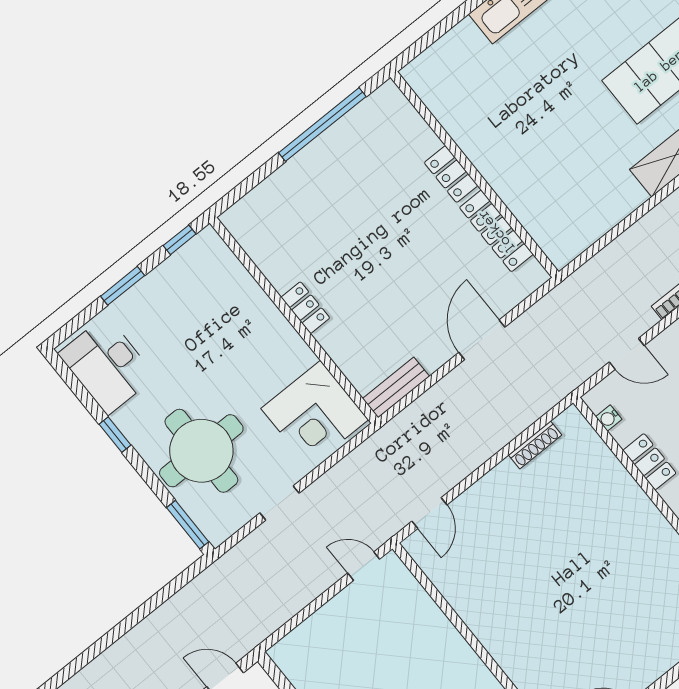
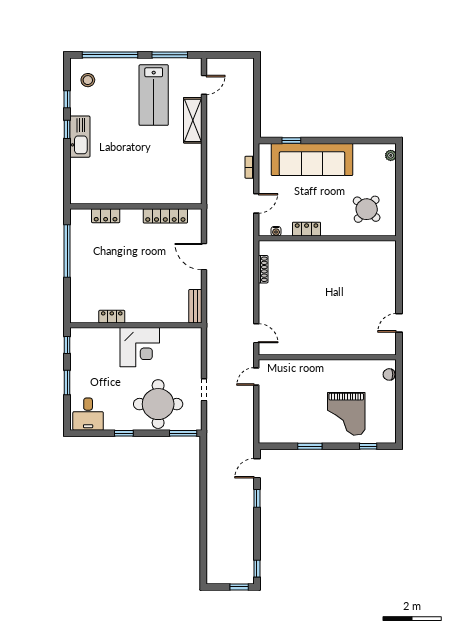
locker: (451, 174) -> (106, 216), moved
locker: (305, 308) -> (112, 317), moved
desk: (107, 365) -> (88, 414), width x0.73
corner desk: (315, 414) -> (140, 347), moved

